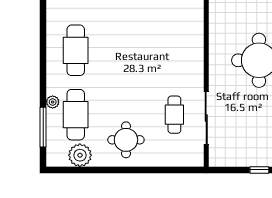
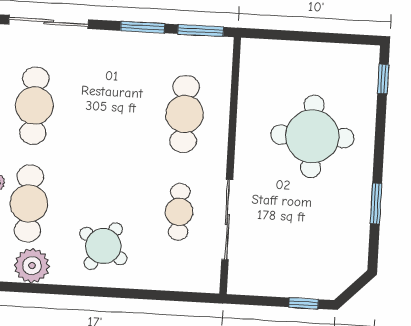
cafe table: (174, 50) -> (185, 114), added
round table: (126, 140) -> (103, 246), turned 33

